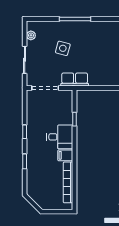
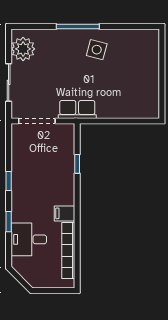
plant: (31, 35) -> (23, 49), width x1.88, depth x1.88
side table: (63, 48) -> (97, 50), moved
desk: (60, 137) -> (29, 239), moved, turned 180

